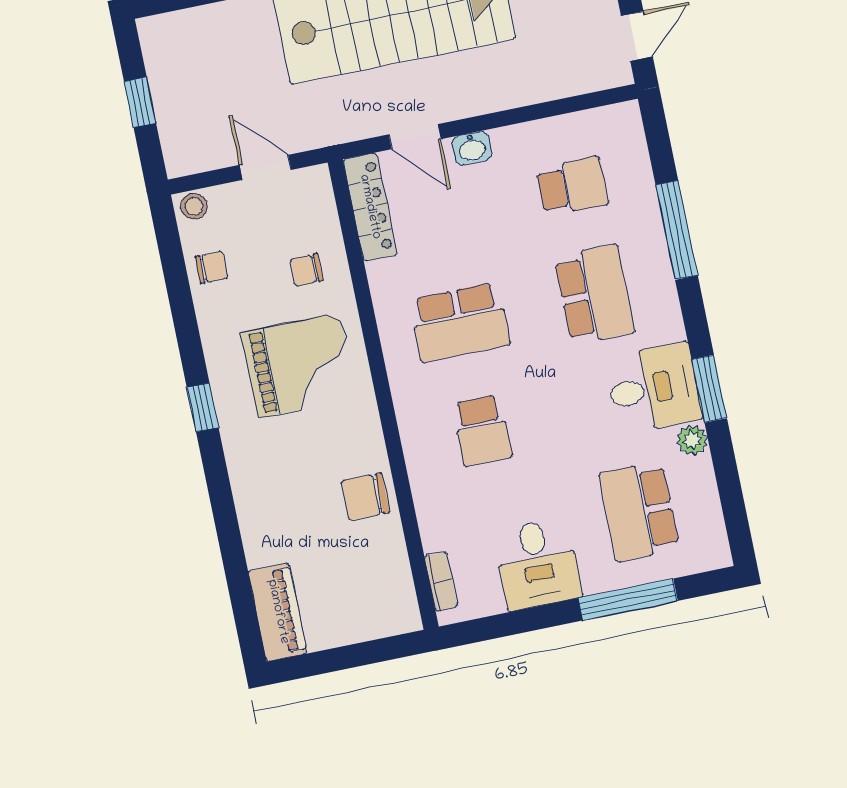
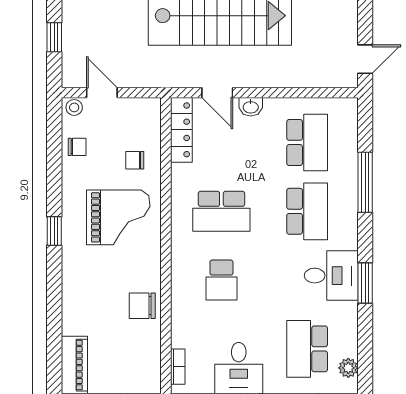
door: (265, 167) -> (102, 93), moved
school desk: (572, 186) -> (307, 142), width x1.85
plant: (692, 440) -> (348, 368), moved

